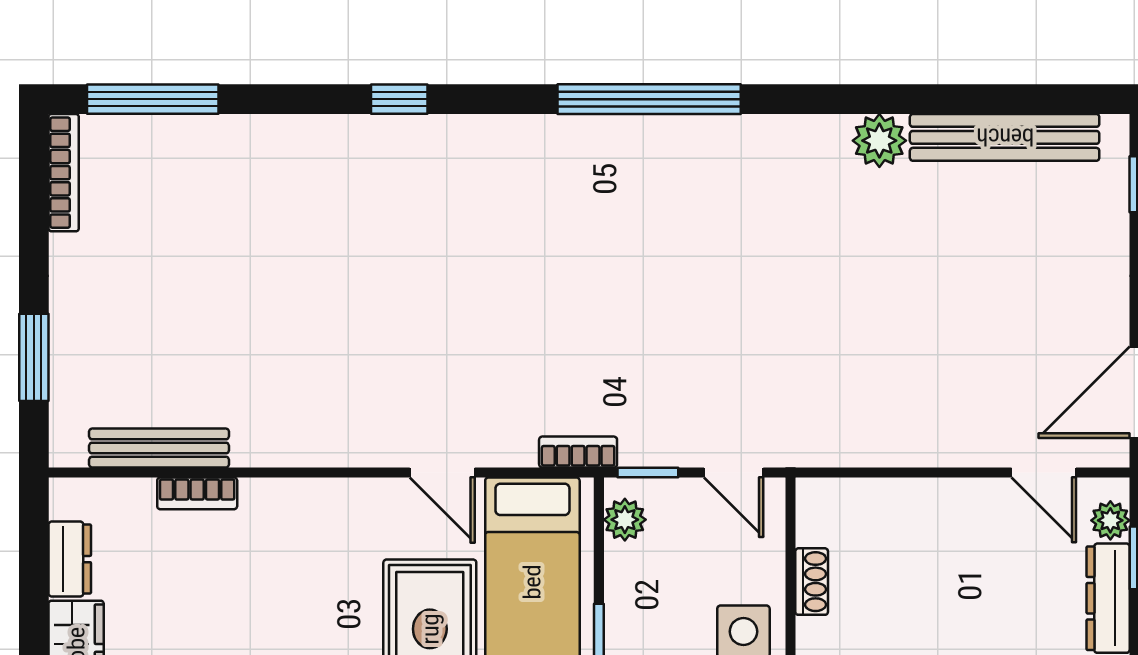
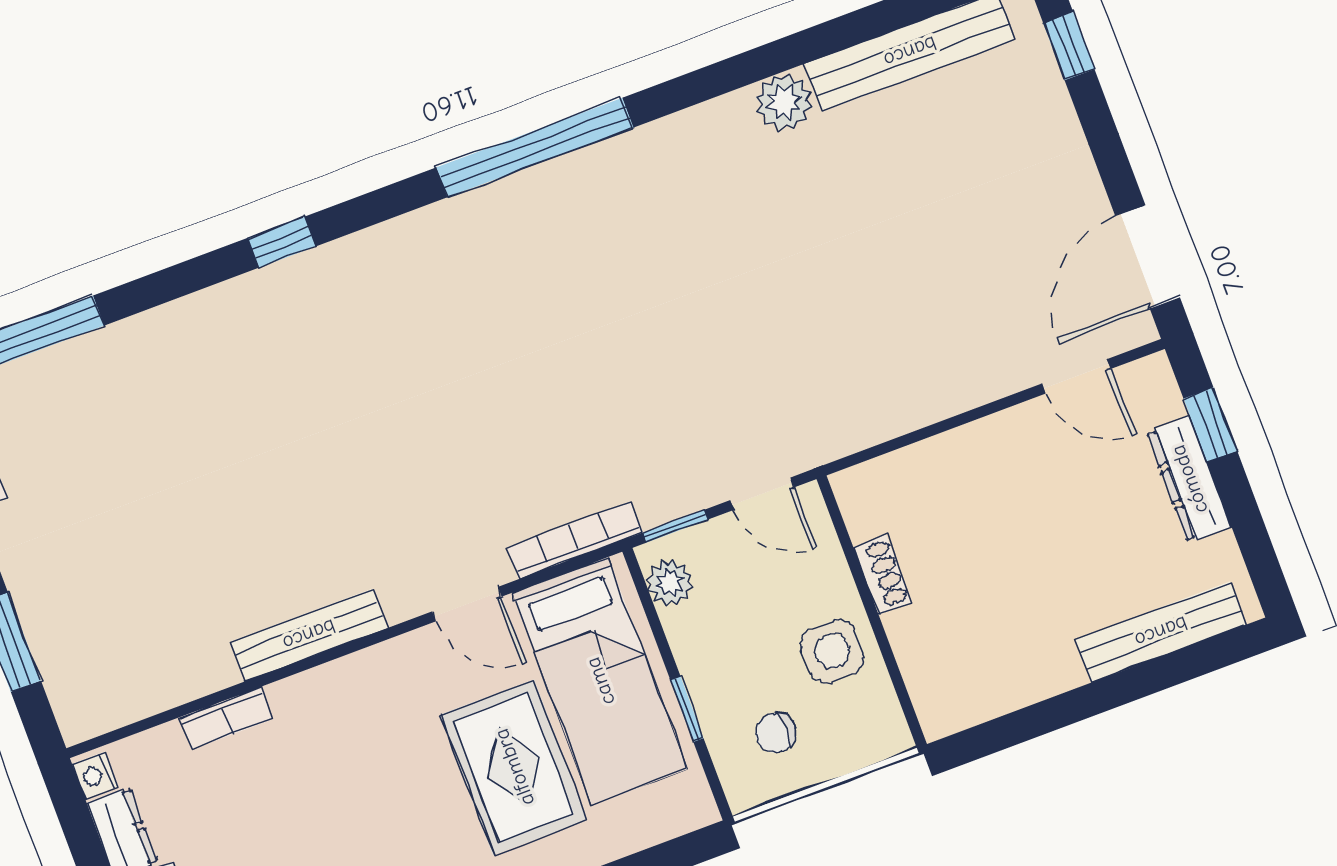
bench: (159, 448) -> (309, 635), moved
bookcase: (578, 452) -> (575, 540), width x1.56
nightstand: (65, 500) -> (95, 775), added
plant: (1110, 520) -> (1162, 400), removed

